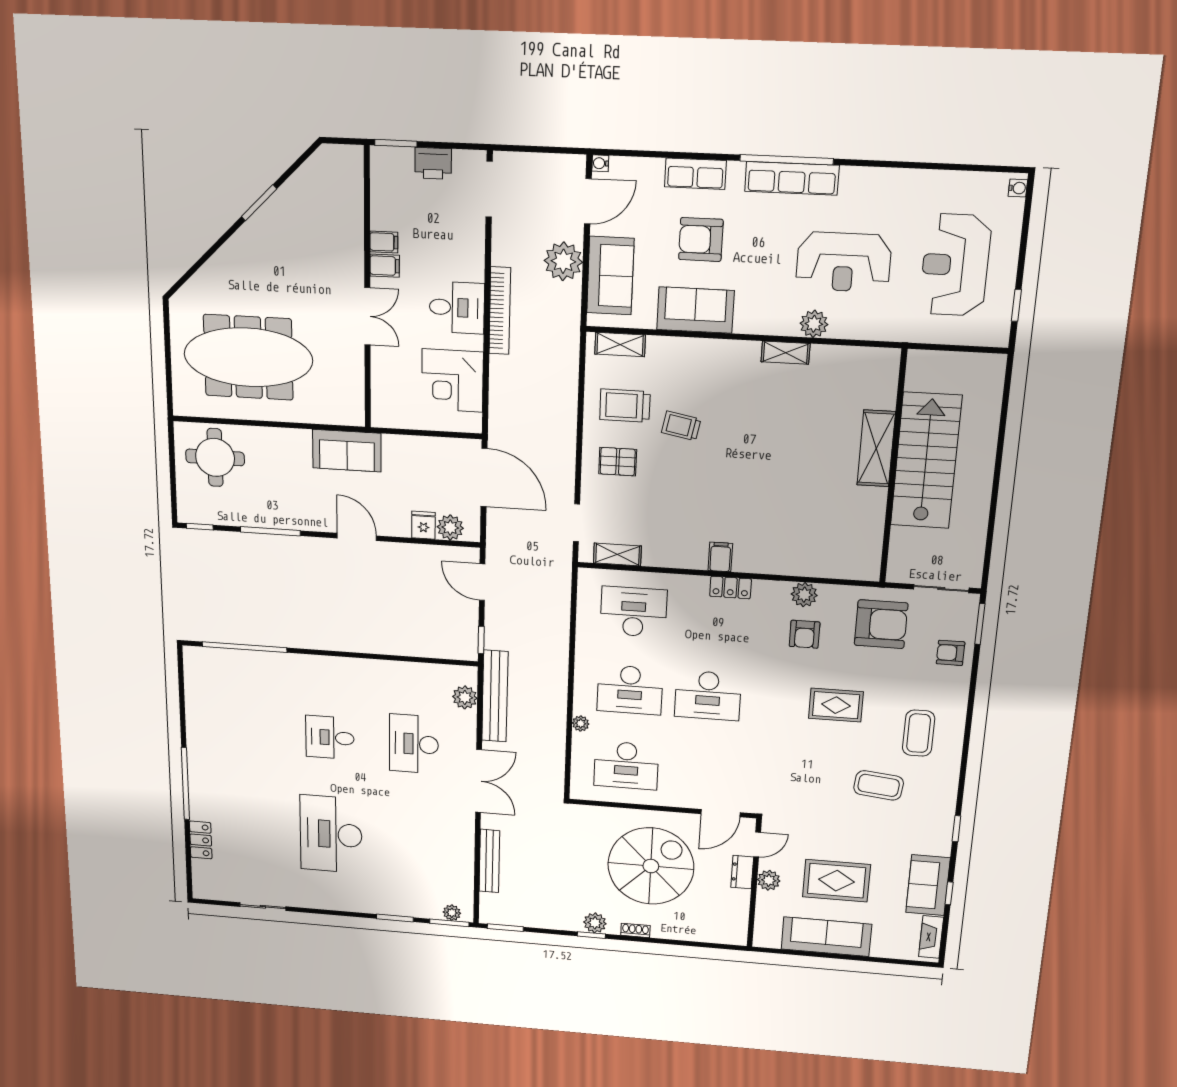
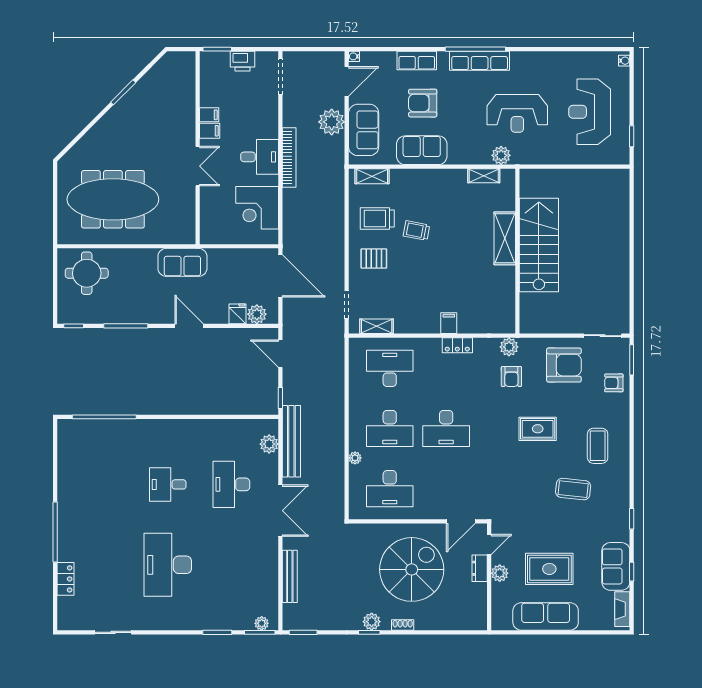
shelving: (876, 448) -> (505, 238), moved
stairs: (926, 461) -> (539, 245), moved
wall: (893, 468) -> (517, 251), moved

